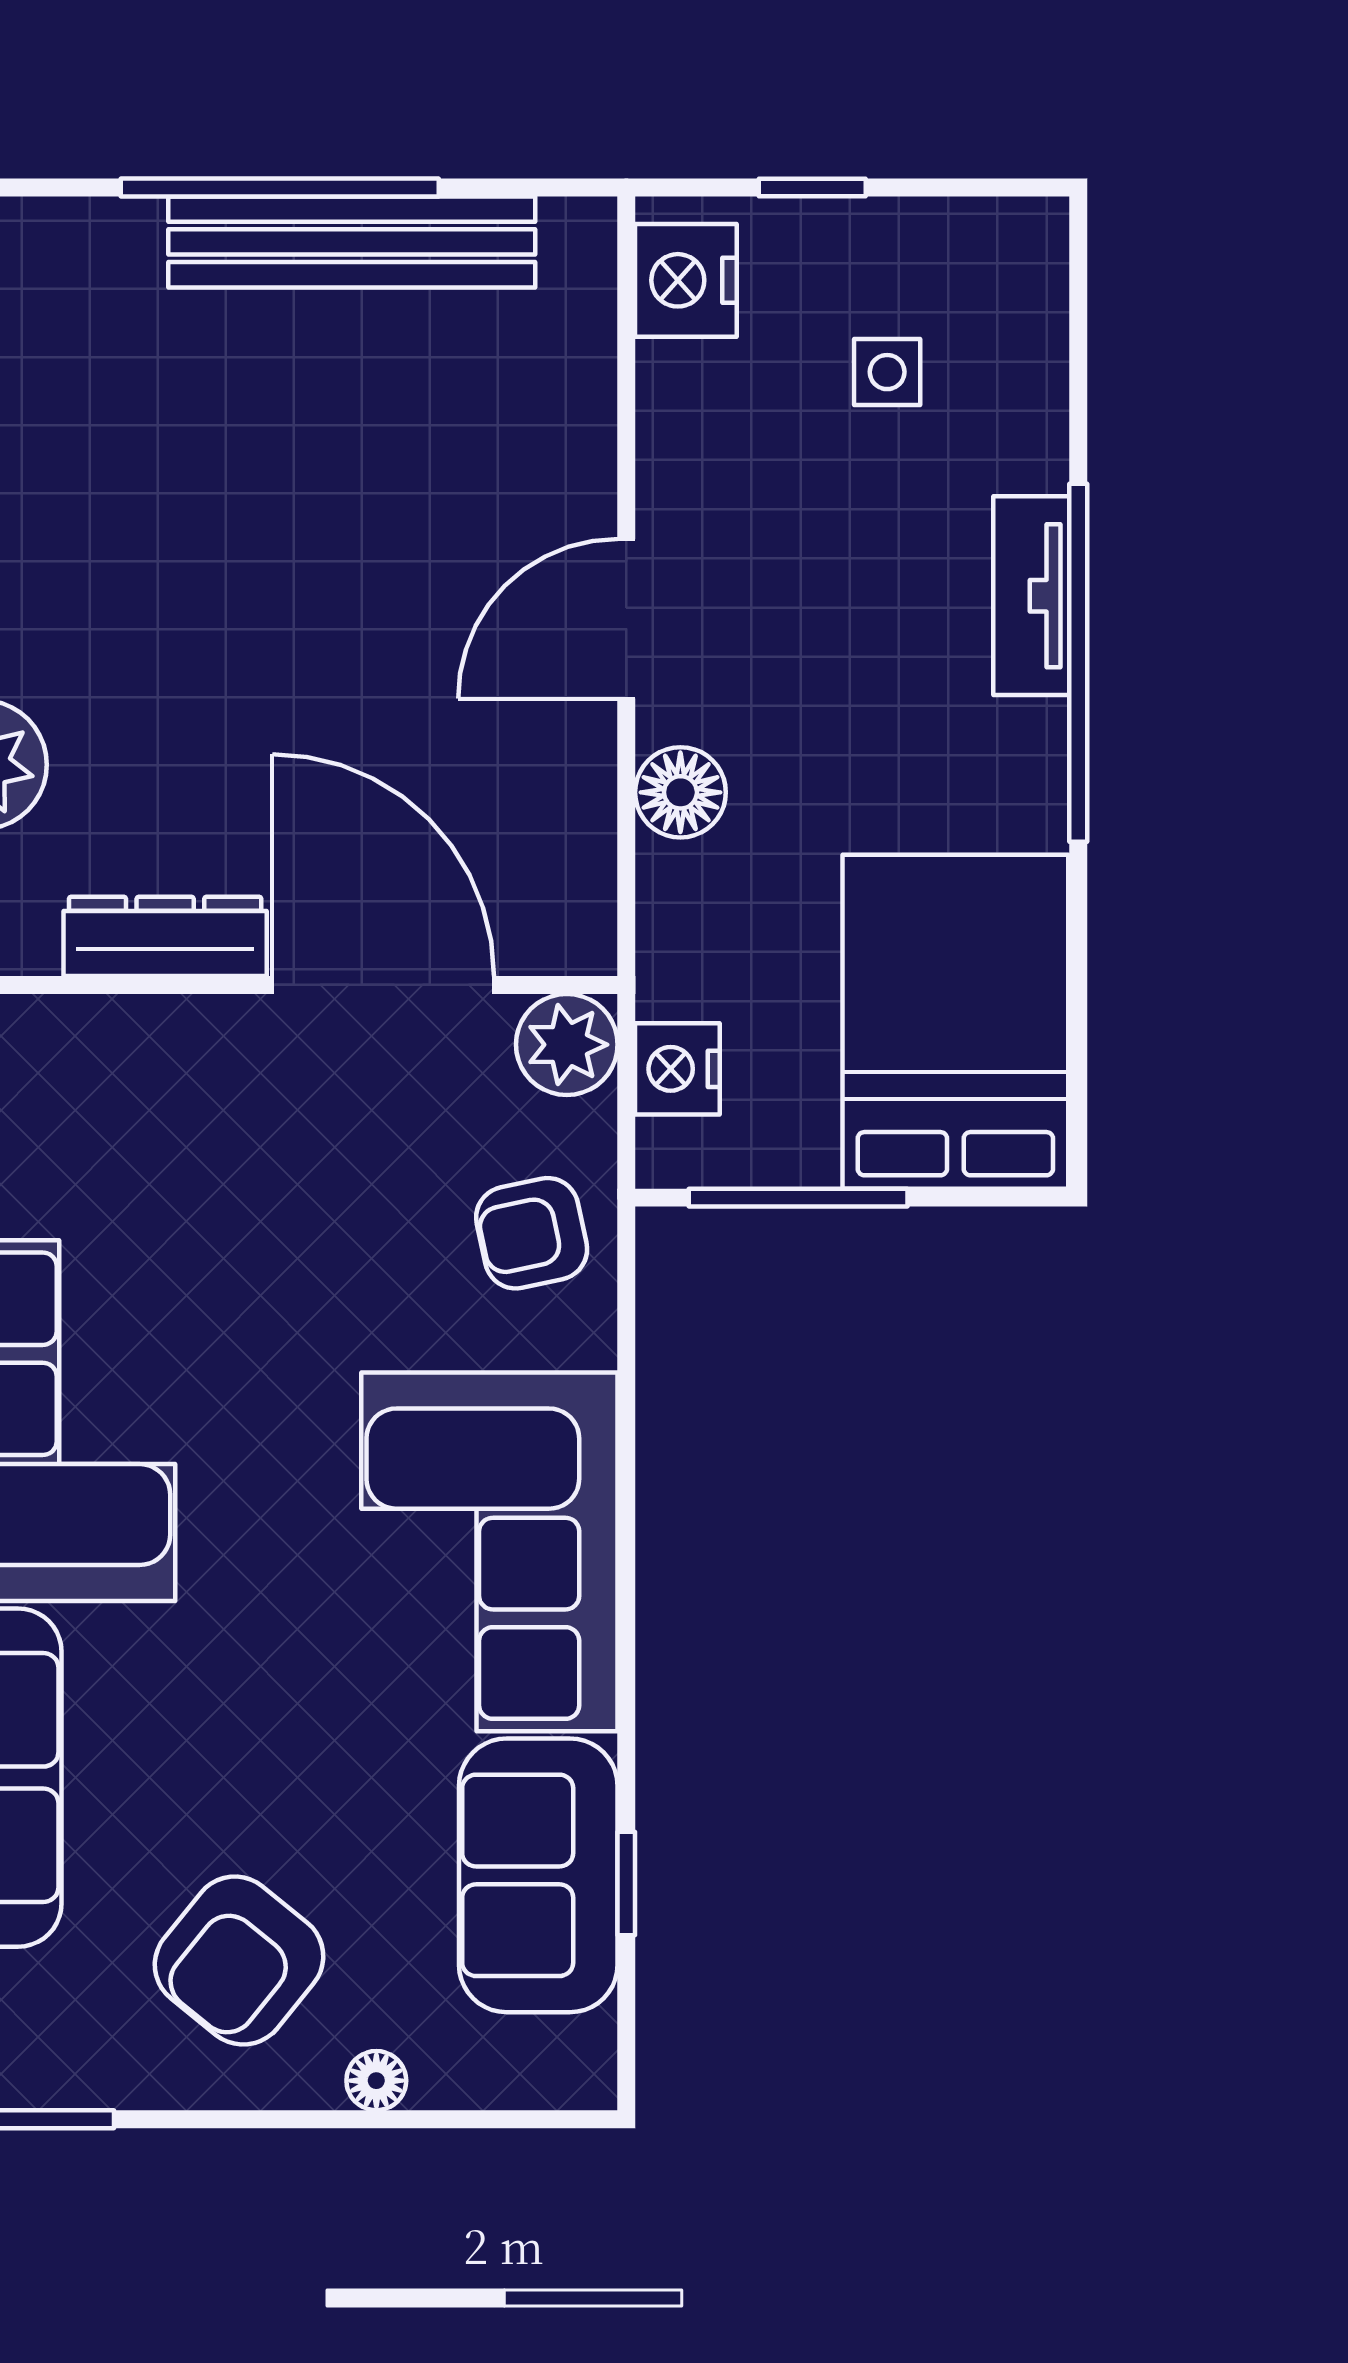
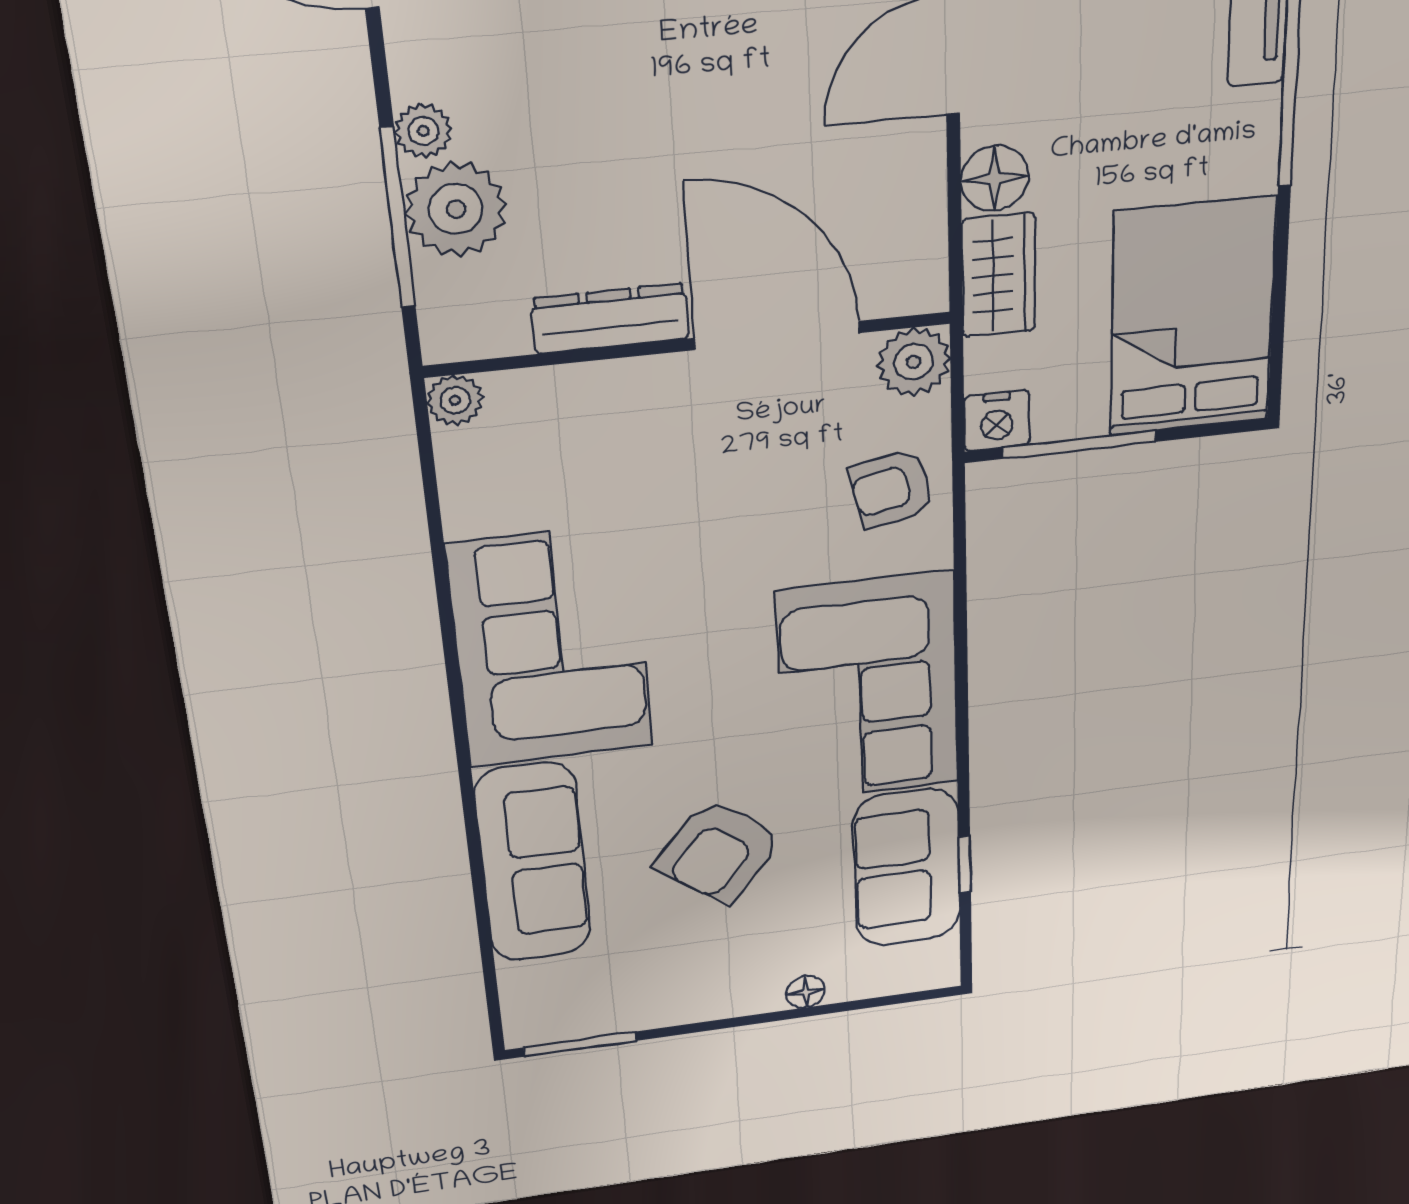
wardrobe: (685, 930) -> (999, 275), added
nightstand: (677, 1069) -> (997, 421), moved, turned -90
armchair: (239, 1961) -> (719, 852), moved

